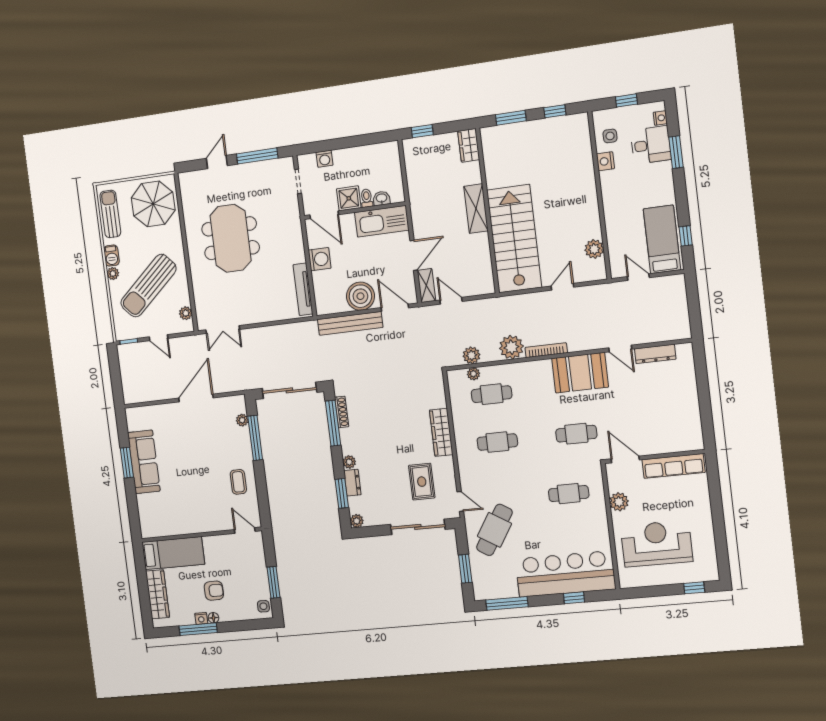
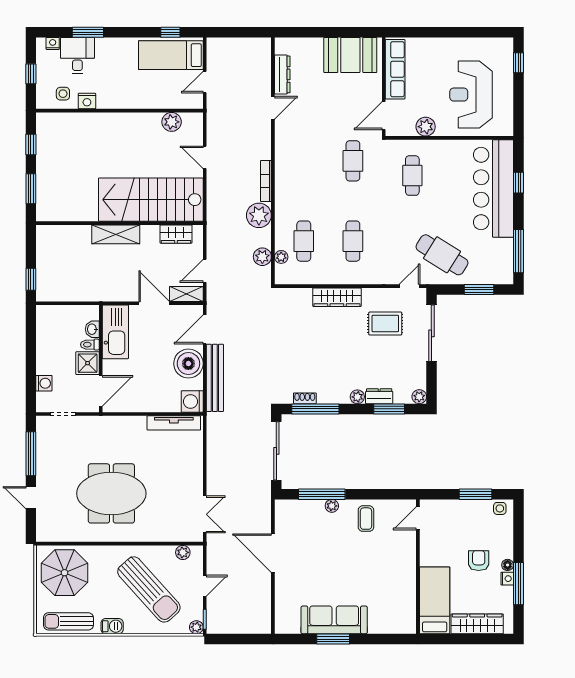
wardrobe: (469, 145) -> (176, 234), moved
washing machine: (320, 259) -> (192, 401), moved, turned -90
plant: (113, 273) -> (196, 627), moved
booth: (580, 373) -> (350, 55), moved, turned 90
shoe rack: (342, 412) -> (305, 398), width x0.70
plant: (242, 420) -> (332, 506), moved
coffee table: (238, 482) -> (366, 519), turned 90

